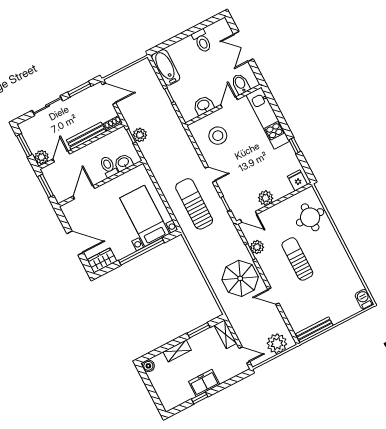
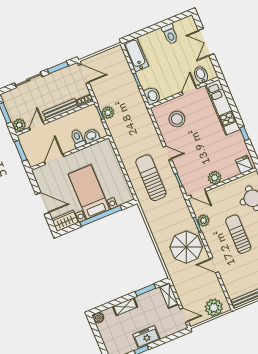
washbasin: (203, 105) -> (152, 96), moved, turned 90
bed with nightstands: (145, 216) -> (89, 192), moved

